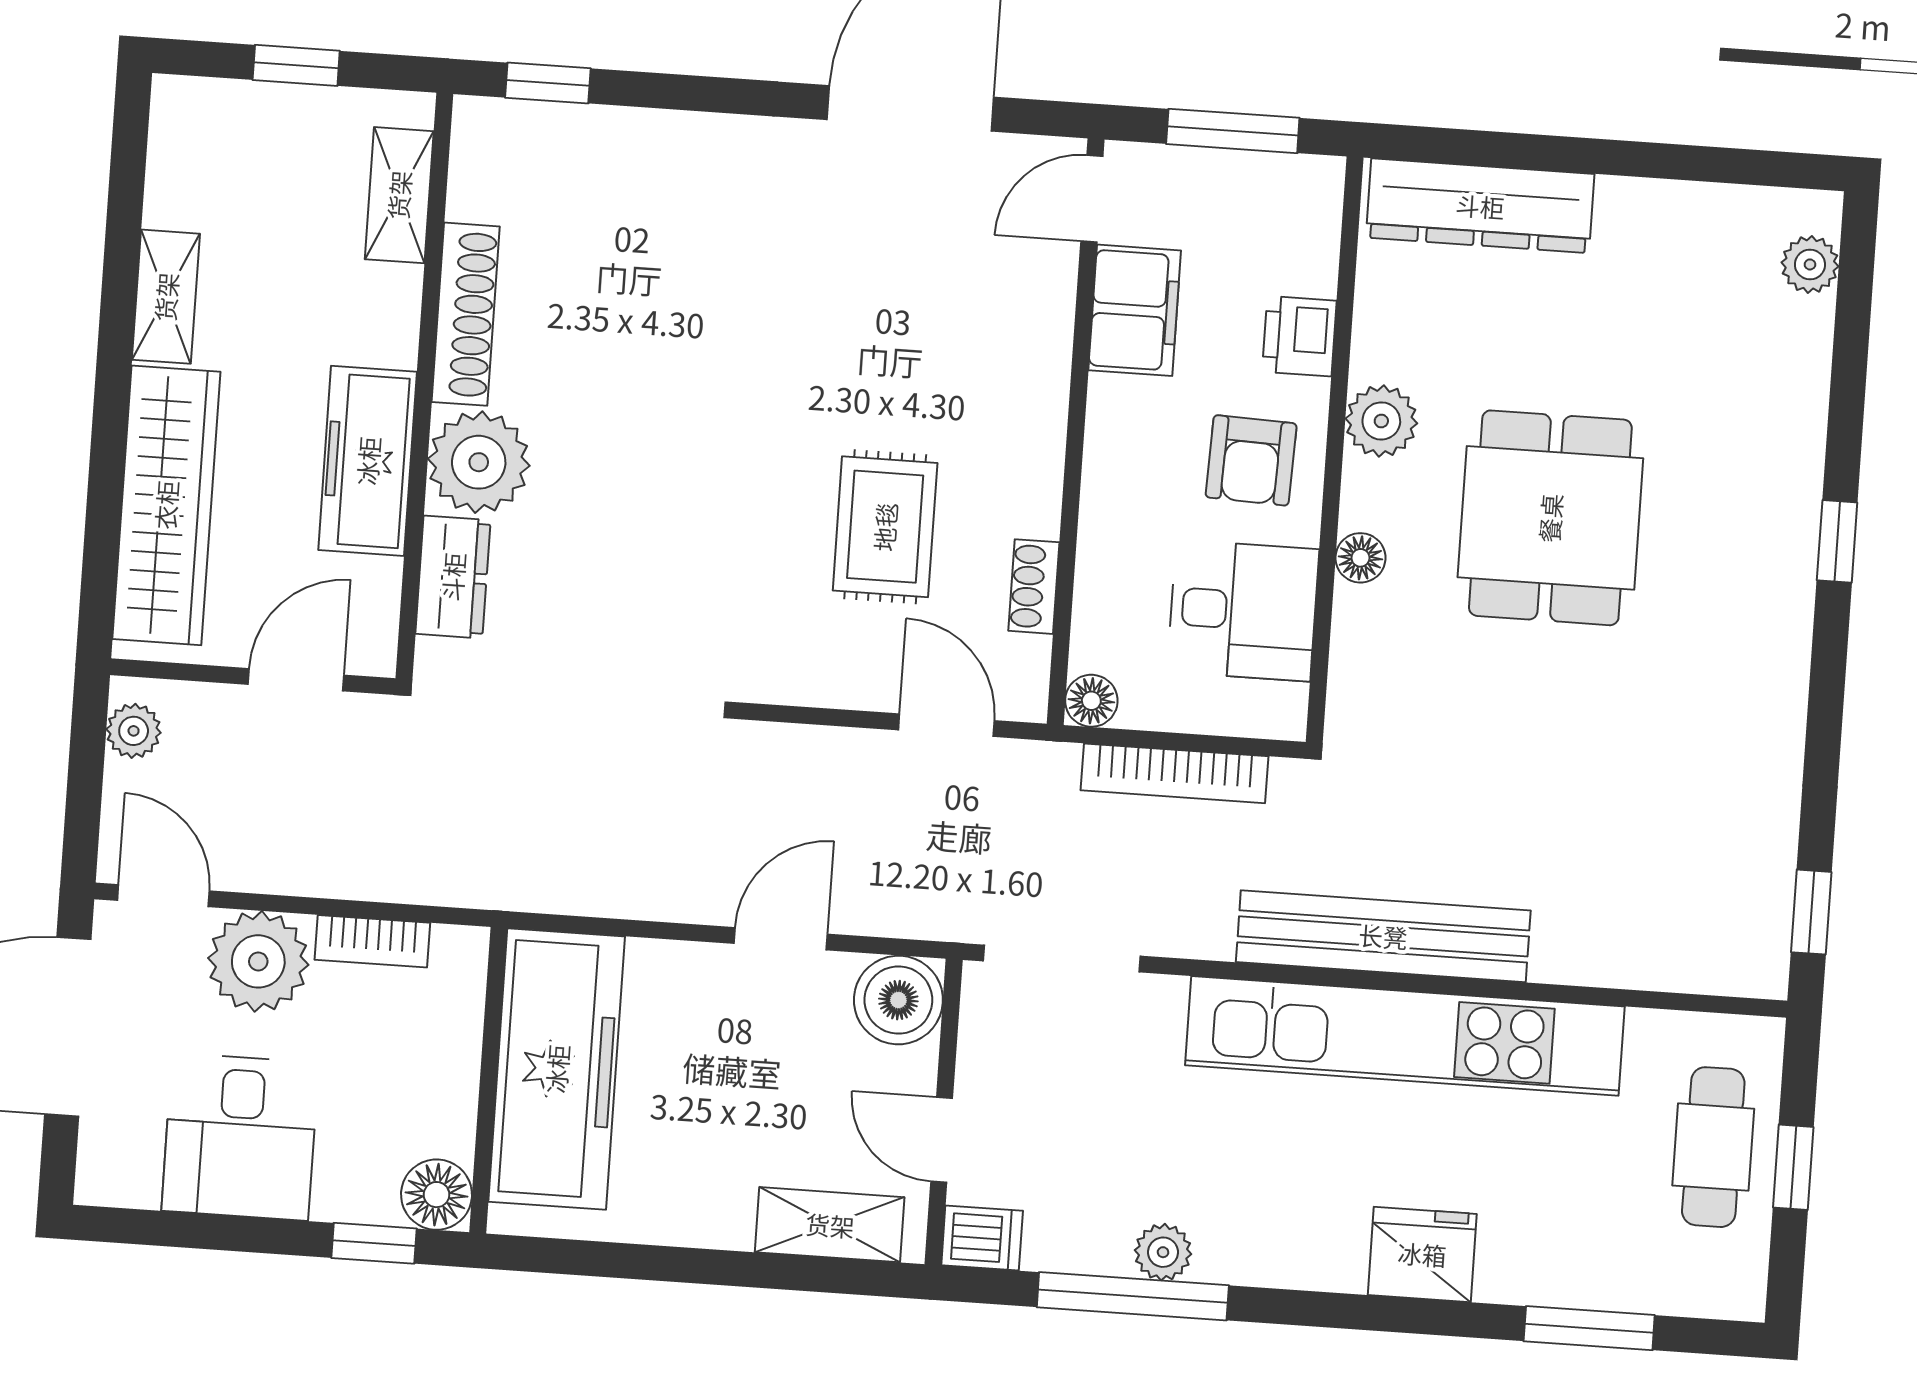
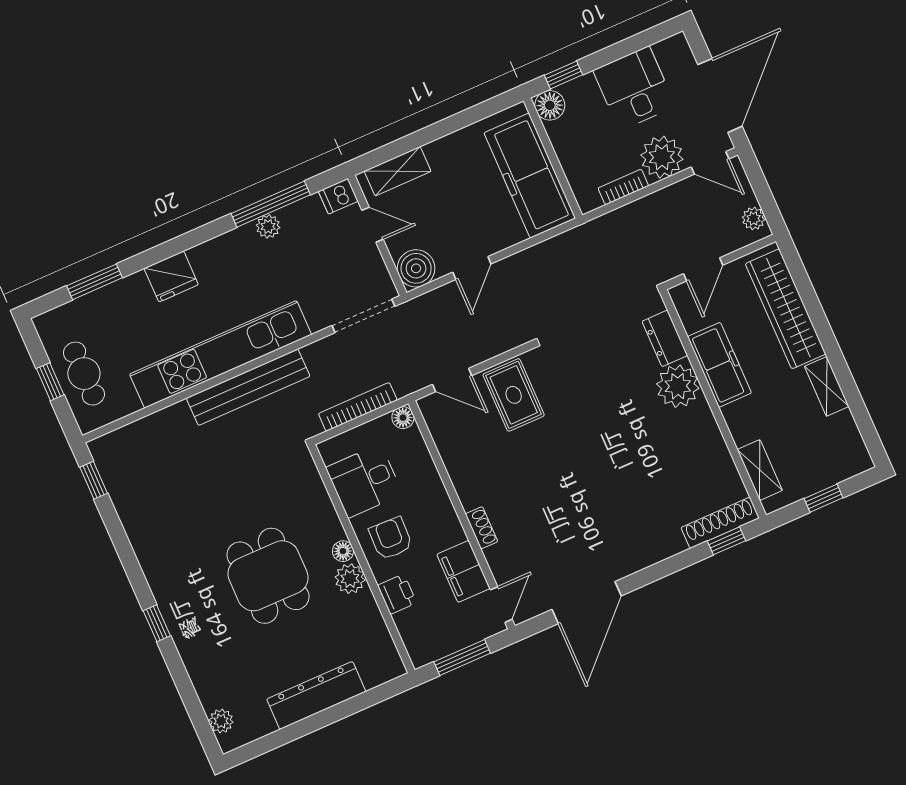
dresser: (1480, 206) -> (316, 695), moved
shoe rack: (466, 314) -> (720, 523), moved, turned 90
rug: (885, 527) -> (514, 395), moved
floor lamp: (1360, 558) -> (343, 551), moved
shoe rack: (1034, 587) -> (482, 528), moved

